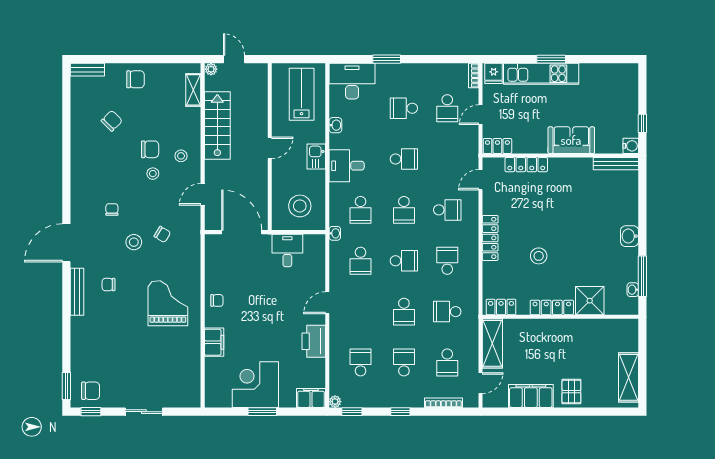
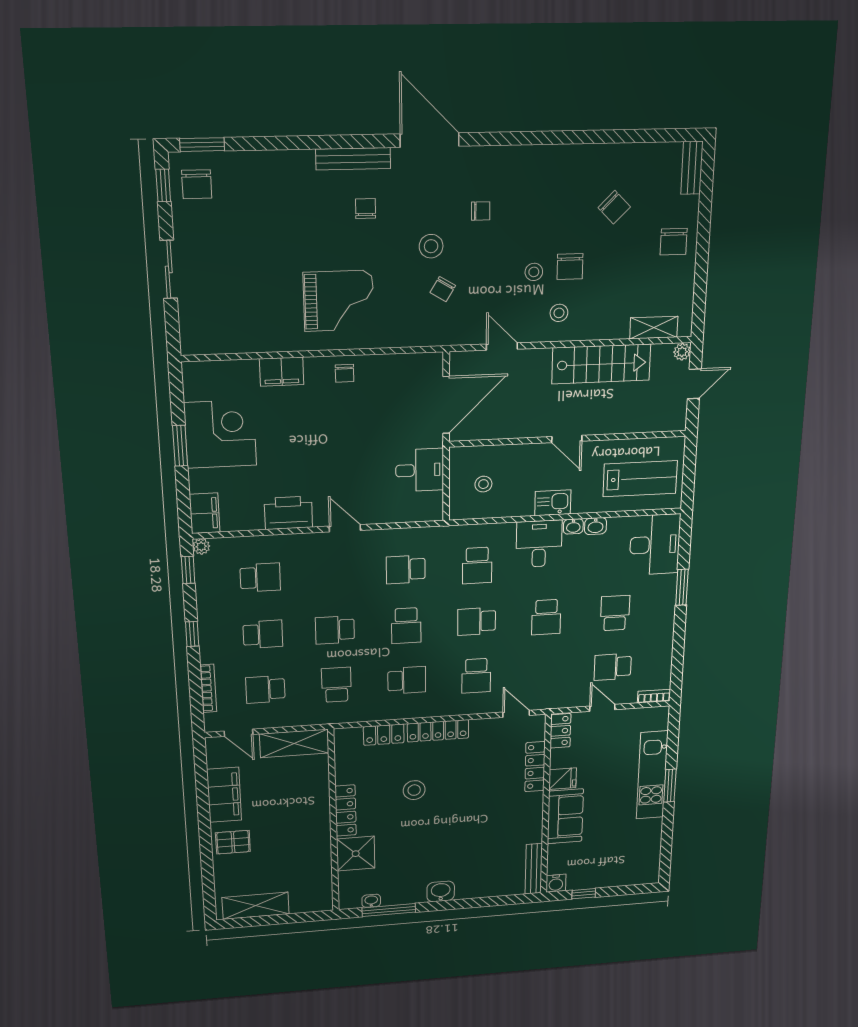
fridge: (494, 73) -> (563, 779), moved, turned 180
stool: (300, 206) -> (483, 484), width x0.53, depth x0.53
school desk: (361, 210) -> (477, 565), turned -90
washbasin: (335, 233) -> (573, 526), moved
locker: (501, 307) -> (384, 735), moved, turned 90

